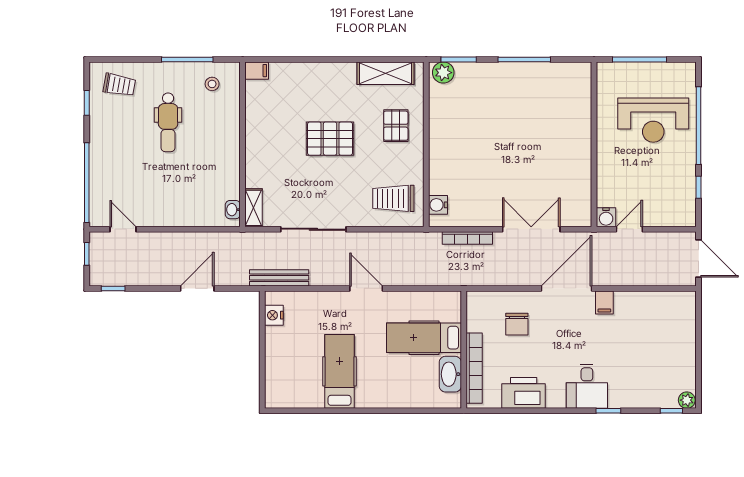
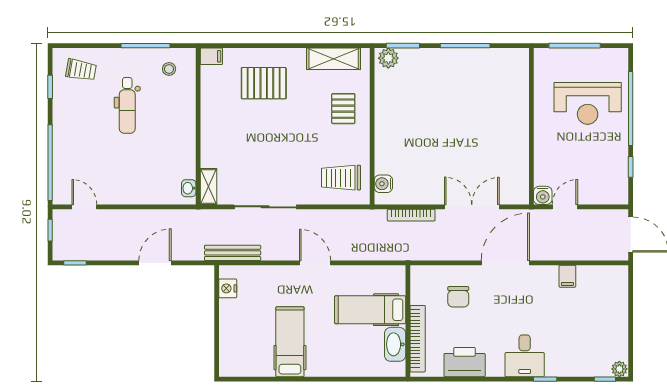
pallet: (330, 139) -> (264, 83), moved
filing cabinet: (604, 302) -> (567, 276), moved

